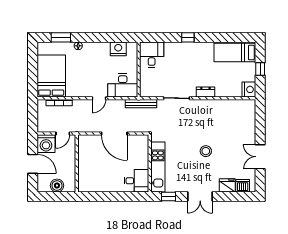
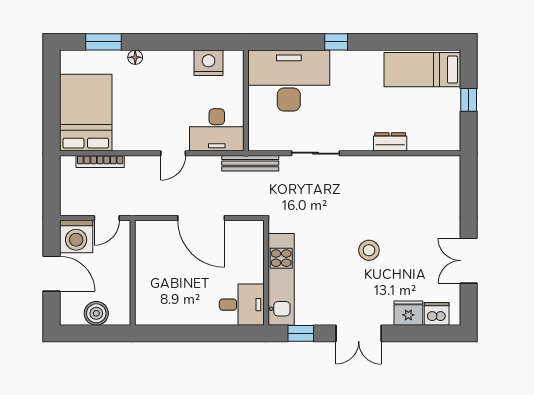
desk: (152, 55) -> (289, 81), width x1.87, depth x1.30
nightstand: (249, 89) -> (448, 137), removed
dresser: (205, 92) -> (390, 142), moved

